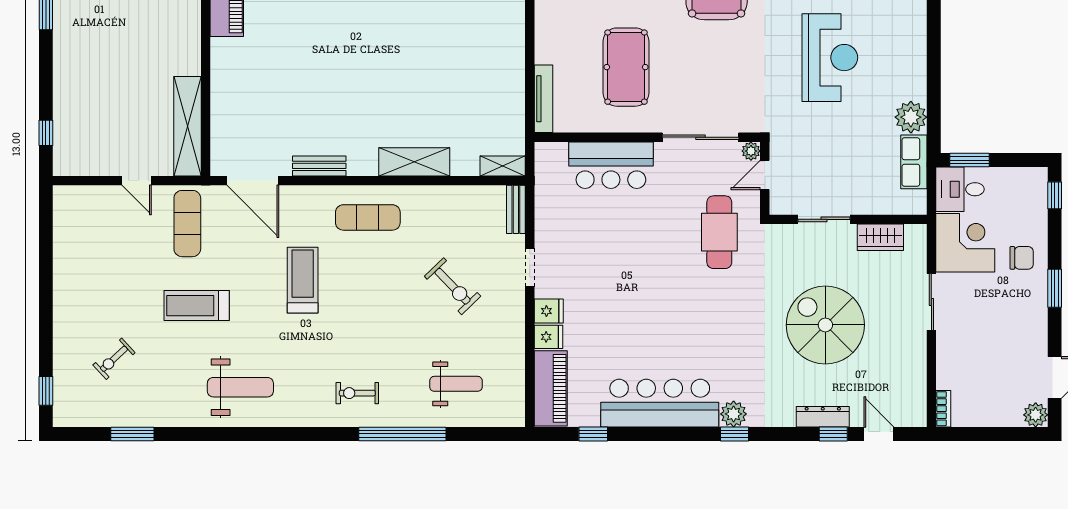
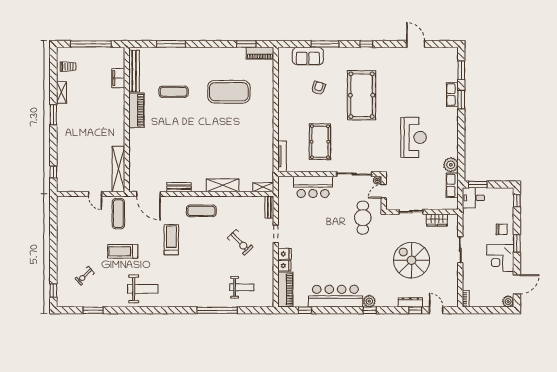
corner desk: (965, 243) -> (500, 258), moved, turned 180
exercise bike: (357, 393) -> (196, 292), removed

